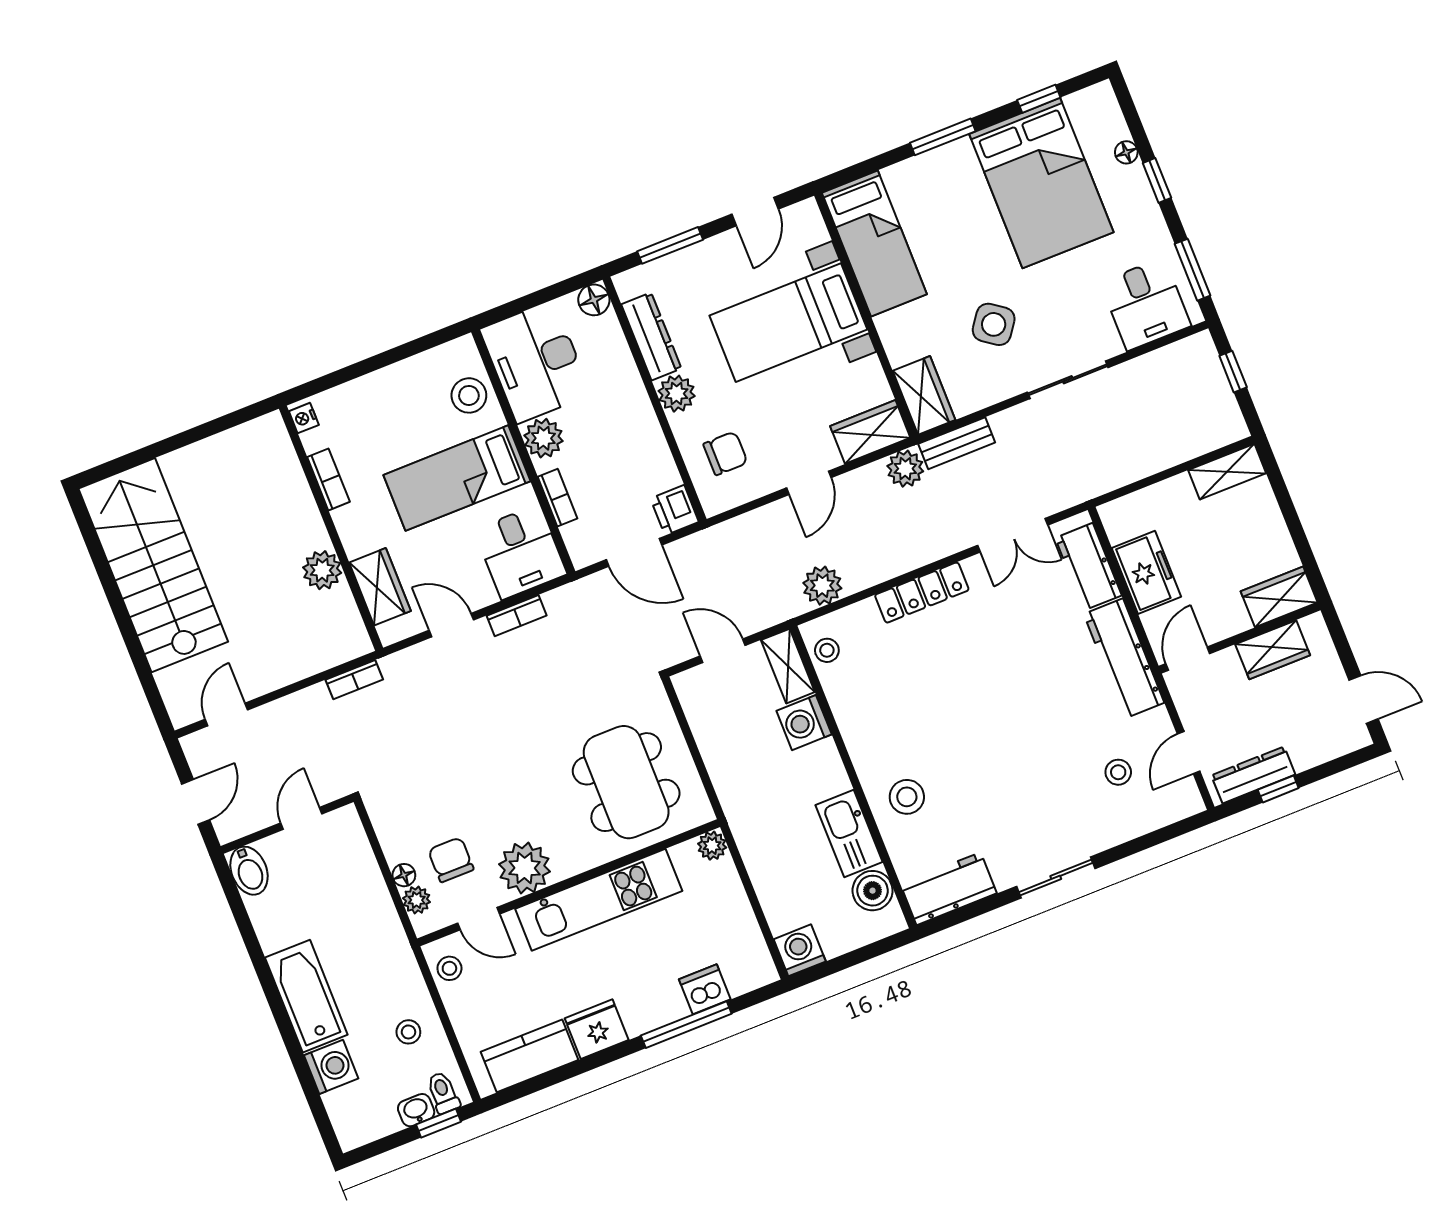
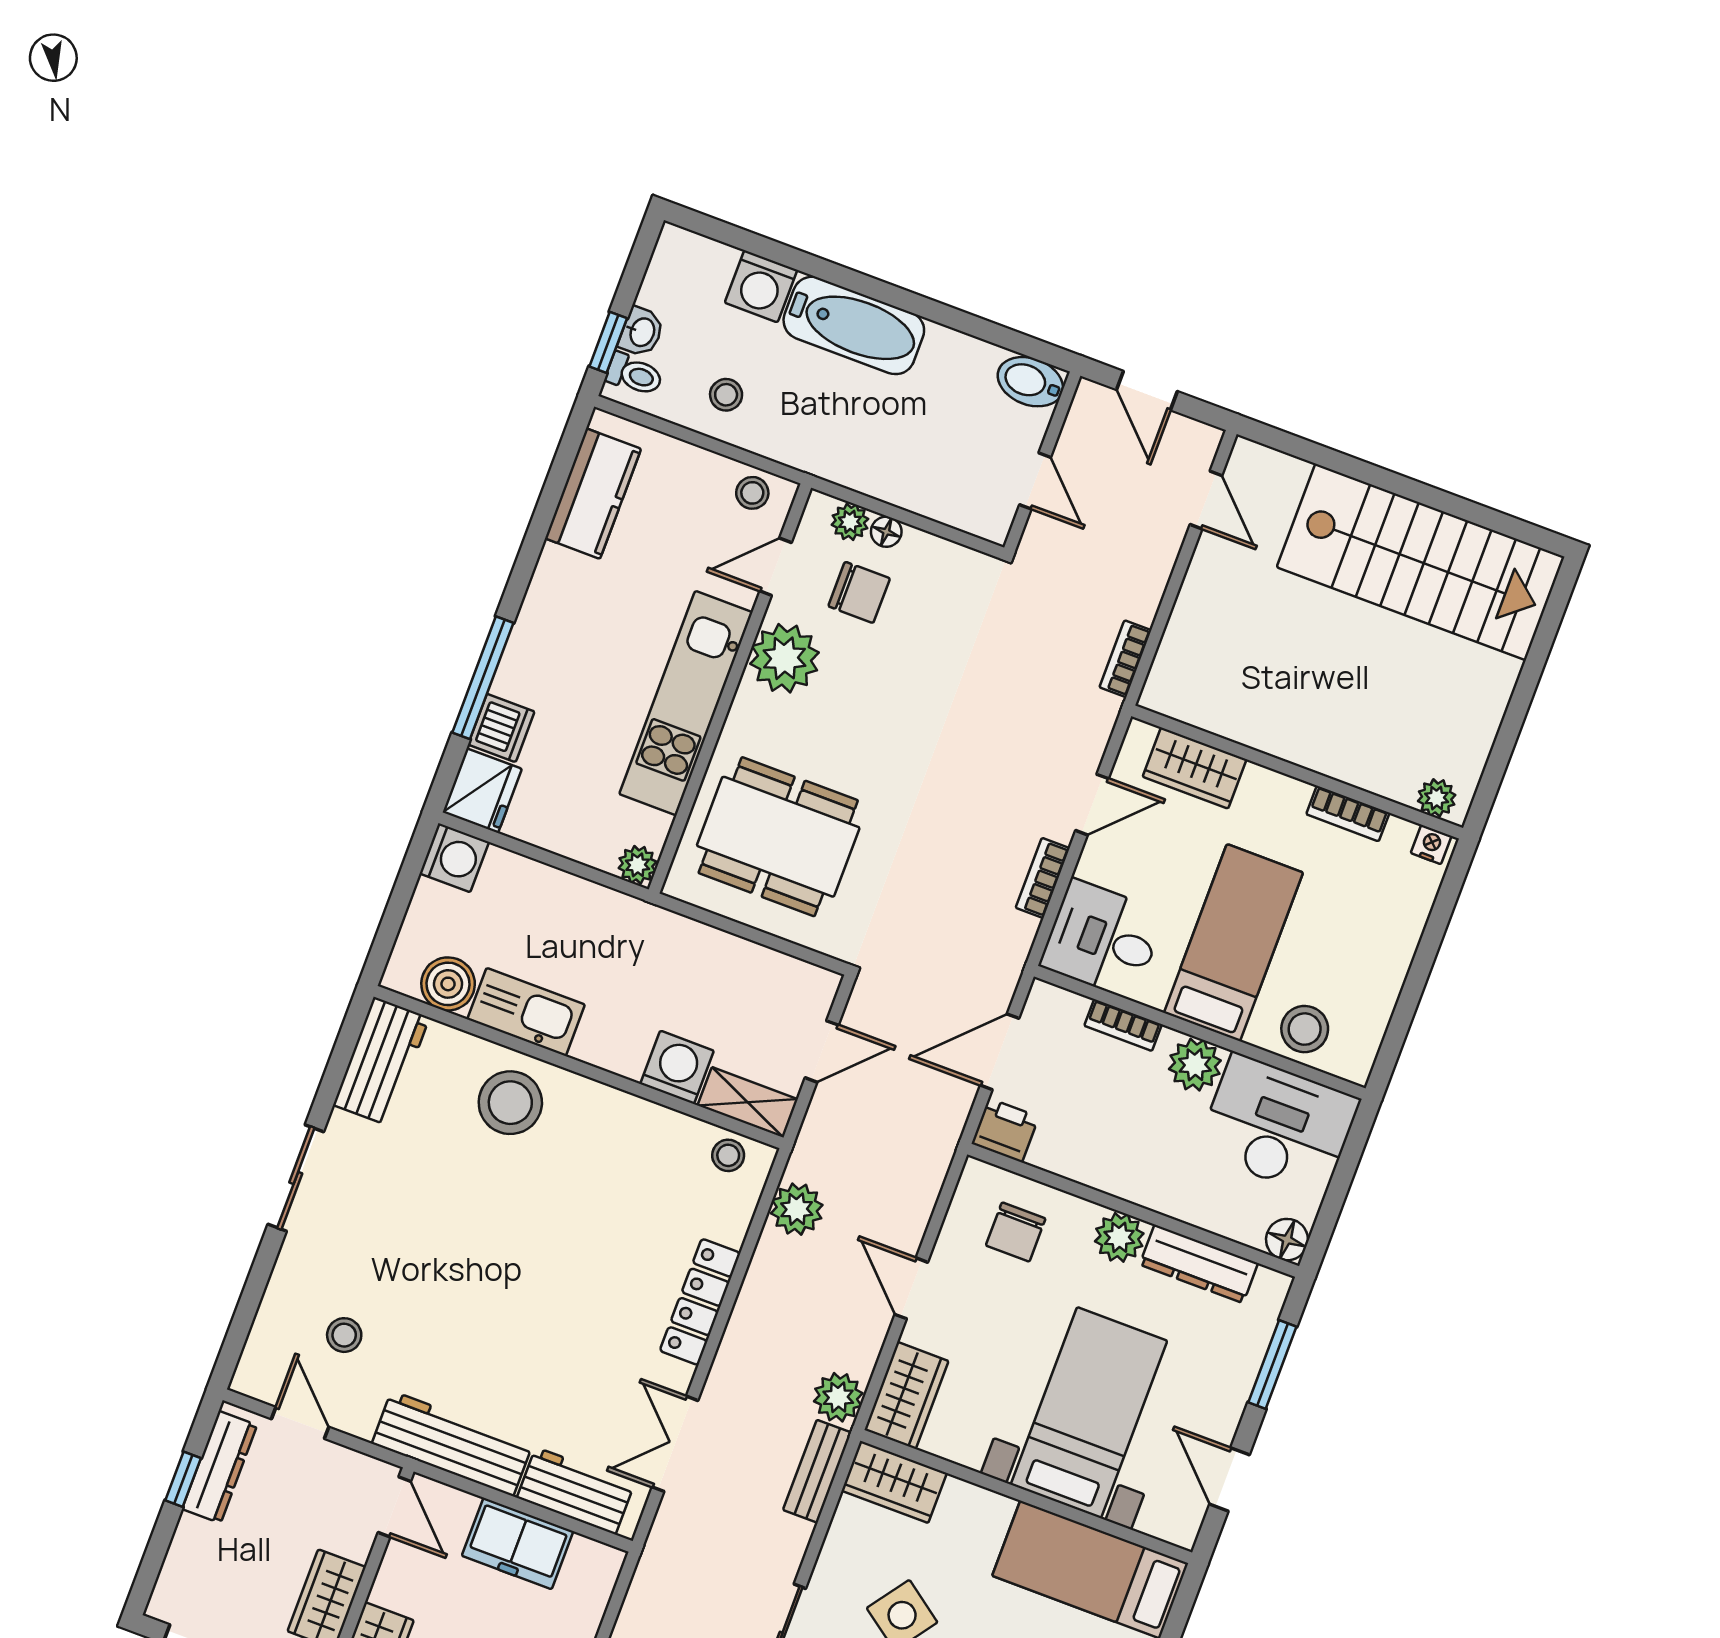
plant: (322, 570) -> (1437, 798), moved, width x0.73, depth x0.73
stool: (907, 797) -> (510, 1103), width x1.38, depth x1.38
fridge: (597, 1029) -> (482, 791), moved

